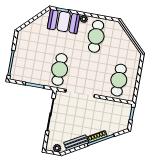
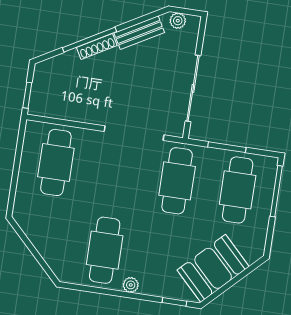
booth: (64, 21) -> (213, 268), moved, turned -45
cafe table: (30, 64) -> (238, 190), added

